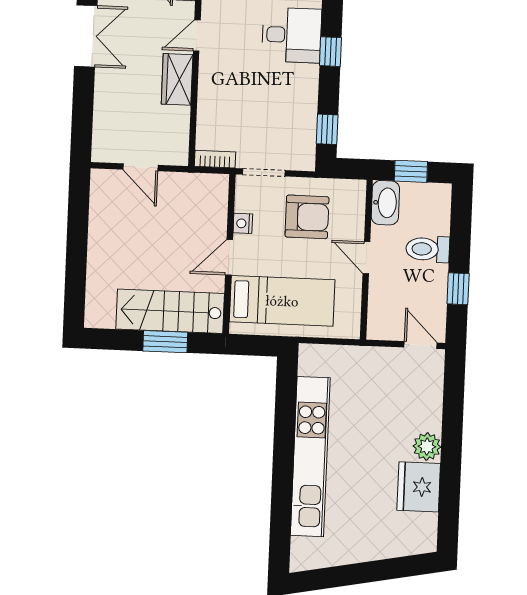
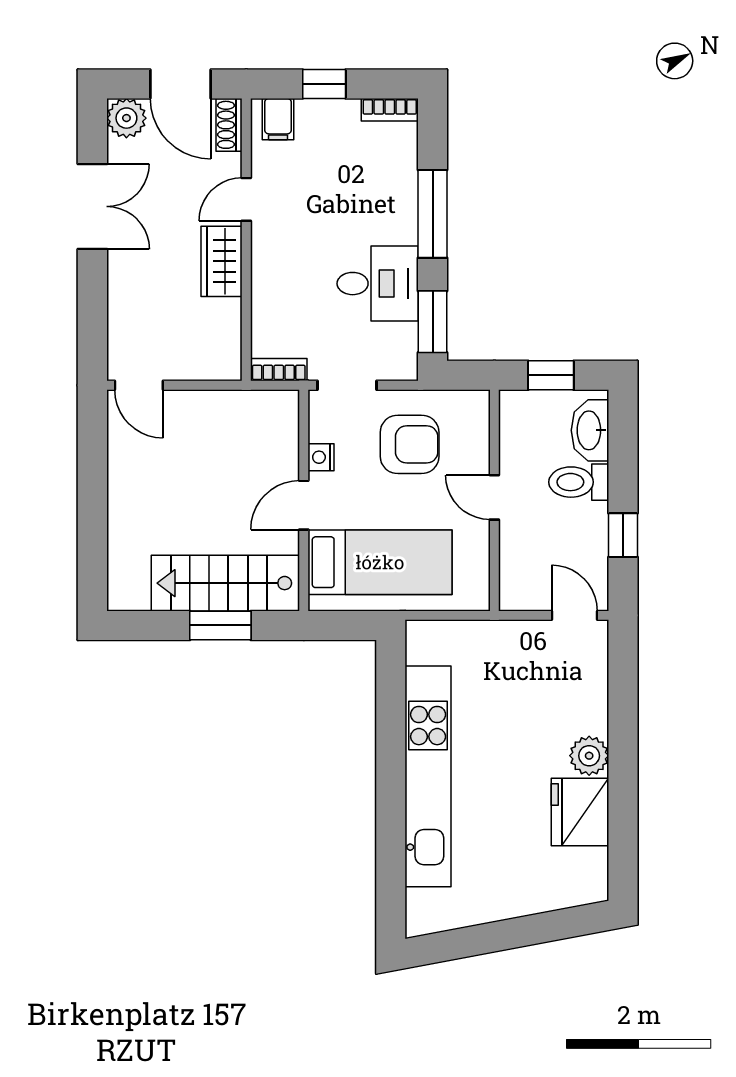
desk: (292, 35) -> (378, 284), moved
window: (330, 52) -> (433, 214), width x2.17
window: (327, 129) -> (433, 322), width x1.50
door: (141, 167) -> (139, 385), moved
washbasin: (385, 203) -> (590, 430), moved, turned 180

